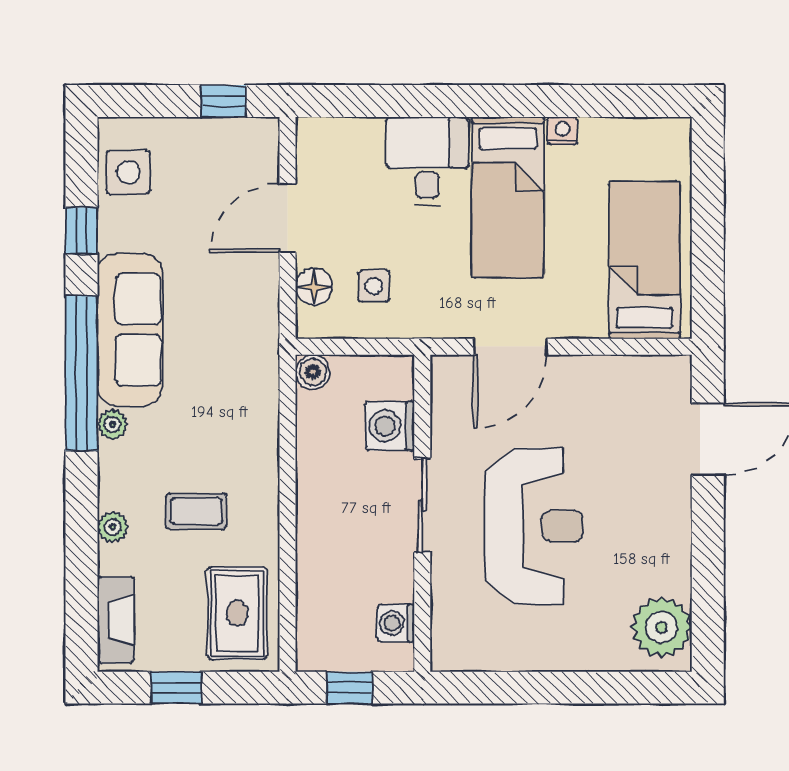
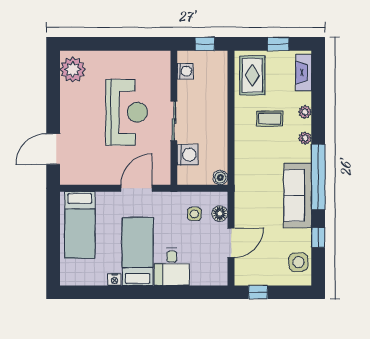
plant: (112, 424) -> (305, 138), moved
reception desk: (534, 526) -> (127, 112), turned 180

